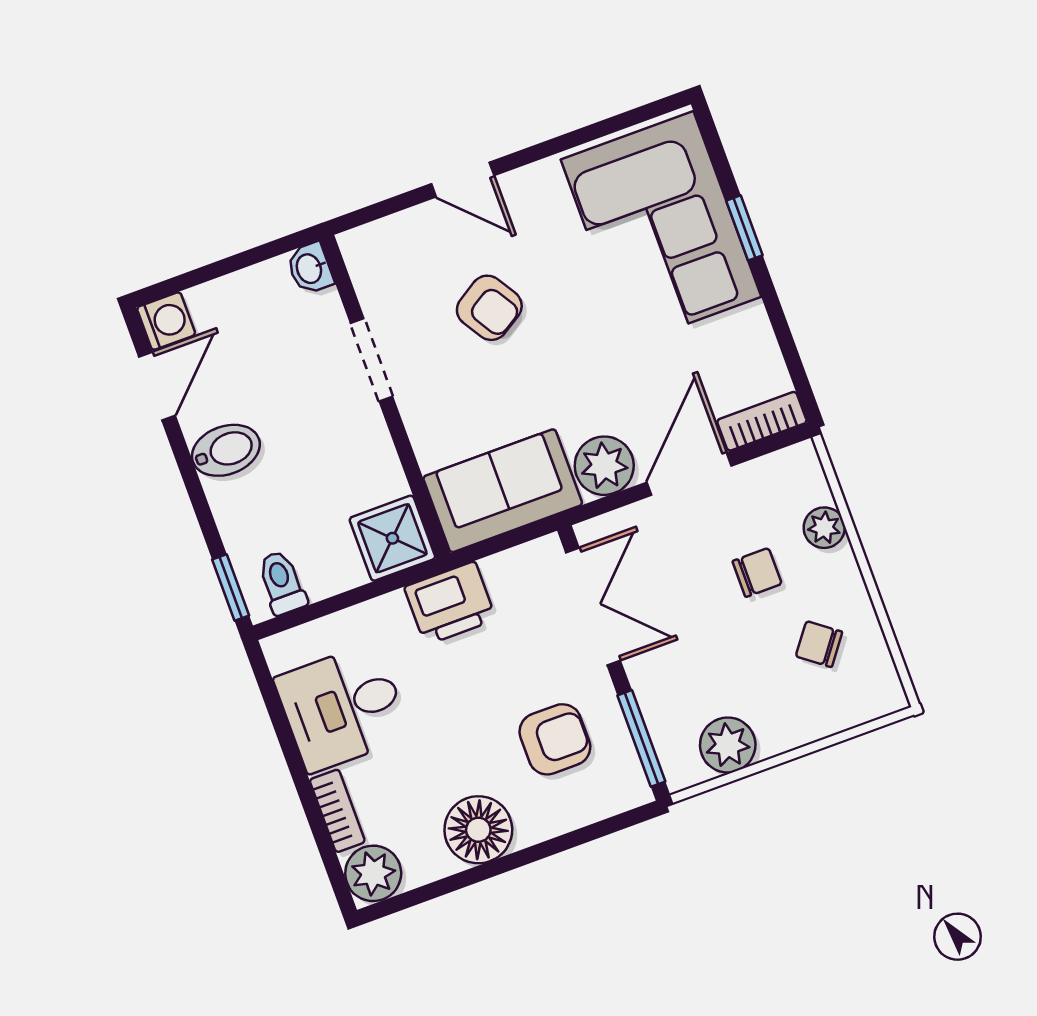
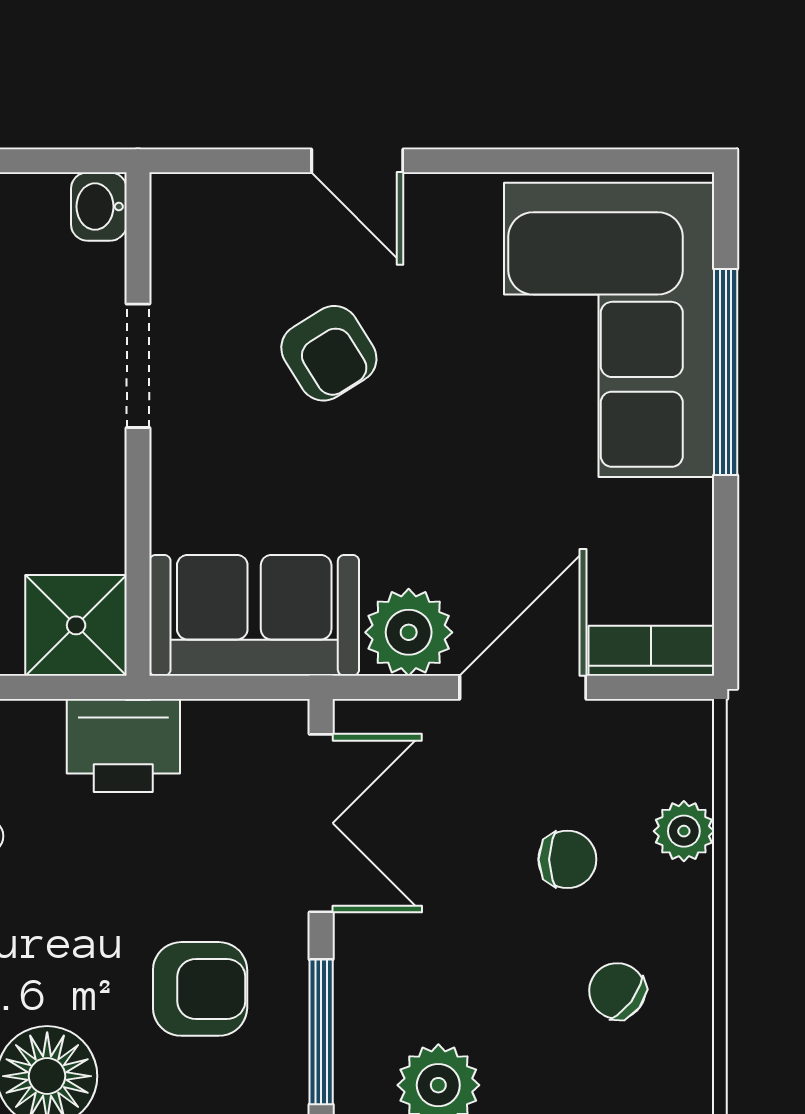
window: (744, 228) -> (726, 372), width x2.17

